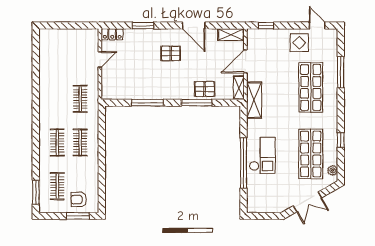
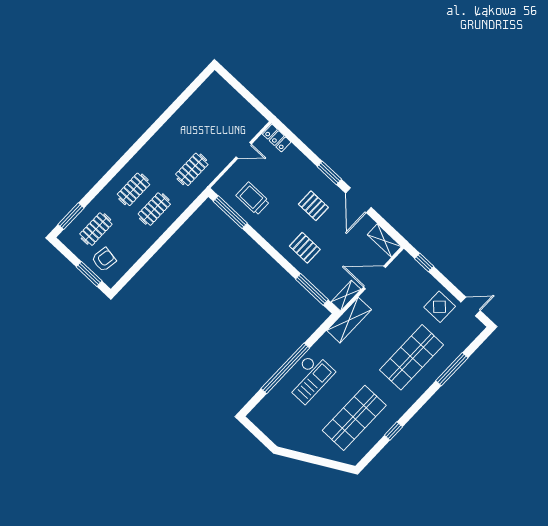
window: (143, 26) -> (329, 173), moved
door: (317, 26) -> (471, 306), hinge flipped
trolley: (132, 82) -> (253, 199), added
pallet: (205, 89) -> (305, 248), moved
window: (147, 103) -> (230, 212), moved
window: (197, 103) -> (312, 289), moved
plant: (333, 170) -> (360, 452), removed
armchair: (79, 199) -> (104, 260), turned 101
double door: (307, 202) -> (310, 459), removed

